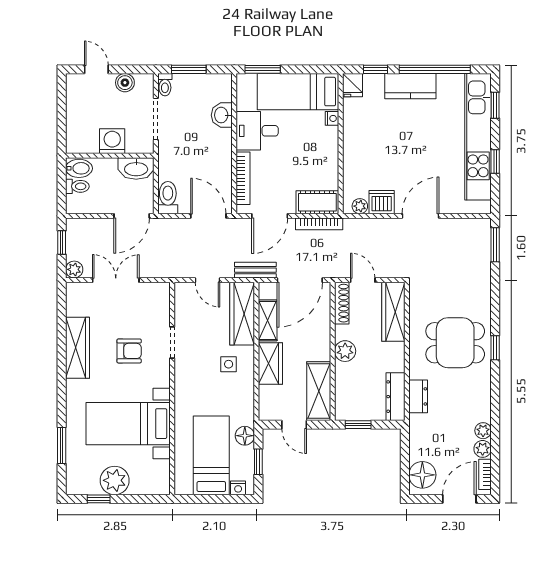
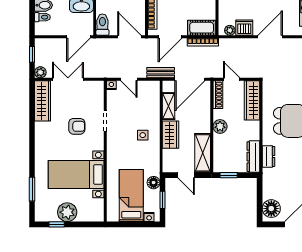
nightstand: (181, 289) -> (111, 85), added
wardrobe: (242, 314) -> (152, 102), removed
wardrobe: (77, 348) -> (43, 101), moved

